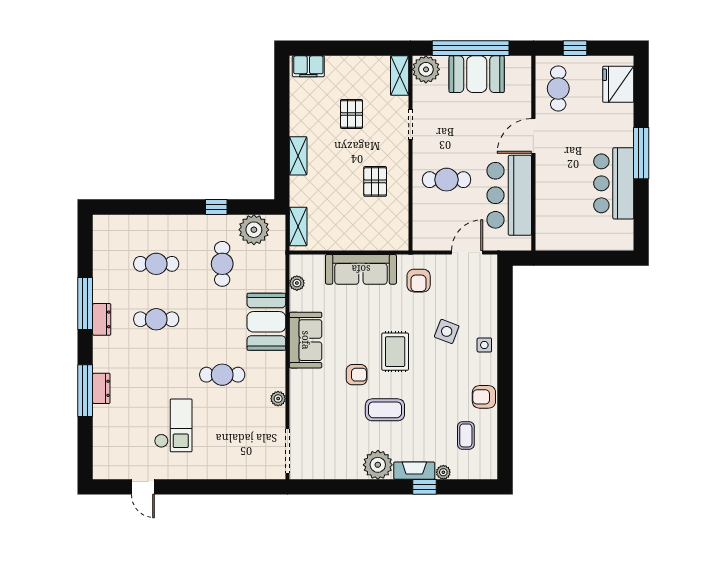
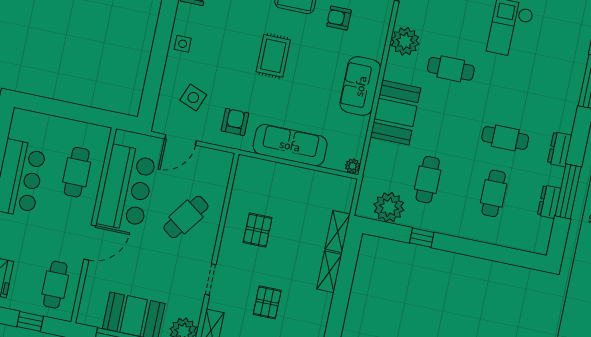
cafe table: (447, 180) -> (186, 217), turned -54
cafe table: (560, 201) -> (77, 172), added
shelving: (298, 226) -> (338, 232), moved
cafe table: (156, 264) -> (494, 193), turned 90
plant: (297, 283) -> (353, 166), moved
window: (85, 303) -> (568, 191), moved
side table: (447, 331) -> (193, 98), moved
armchair: (357, 375) -> (339, 18), moved
dresser: (101, 388) -> (549, 202), moved
plant: (278, 399) -> (405, 41), width x1.87, depth x1.87

